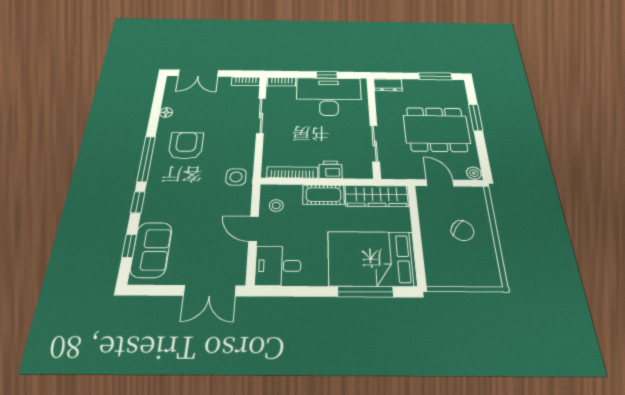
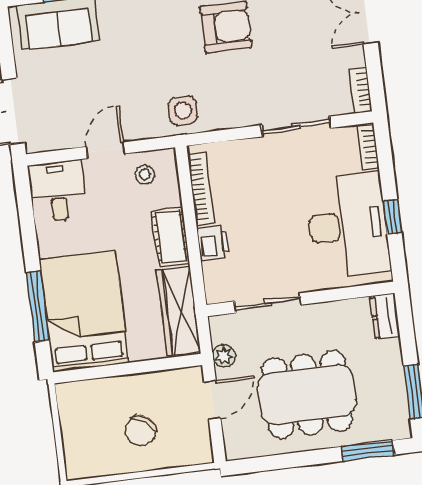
window: (476, 118) -> (368, 451), moved
dining table: (437, 129) -> (307, 395), turned 90
plant: (474, 173) -> (224, 356), moved

